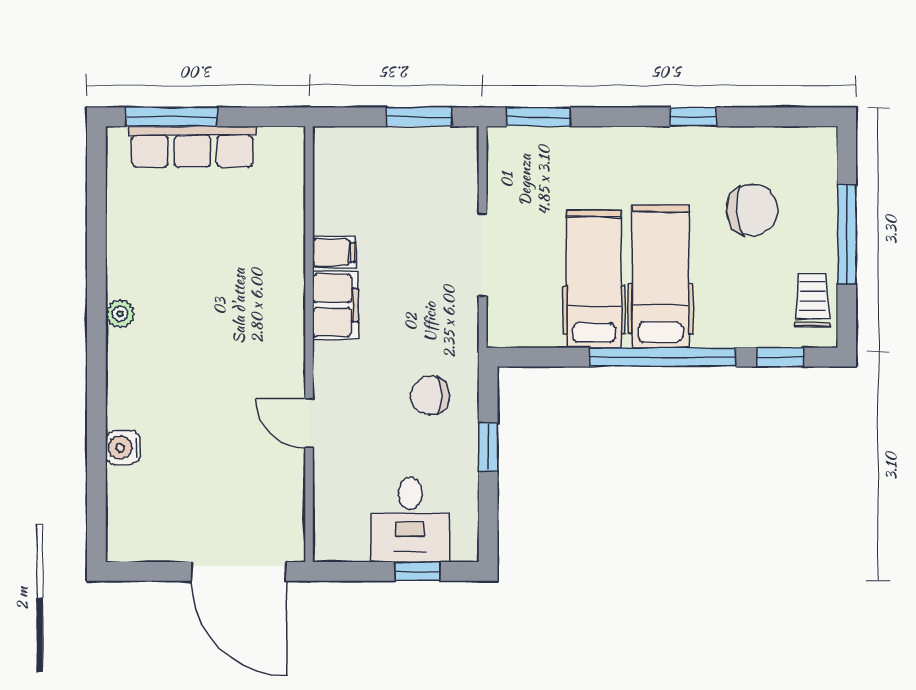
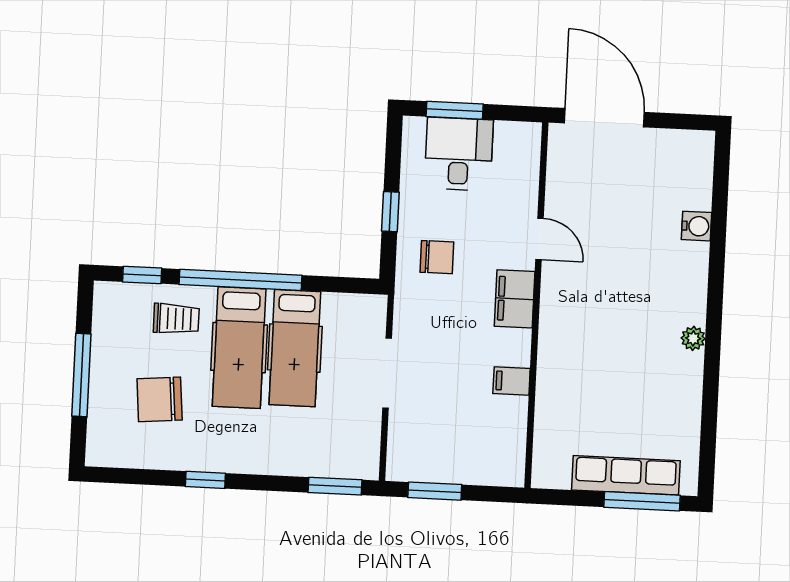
trolley: (812, 300) -> (176, 319), moved, turned -90
filing cabinet: (335, 305) -> (515, 299), moved
window: (418, 571) -> (455, 110), width x1.50

